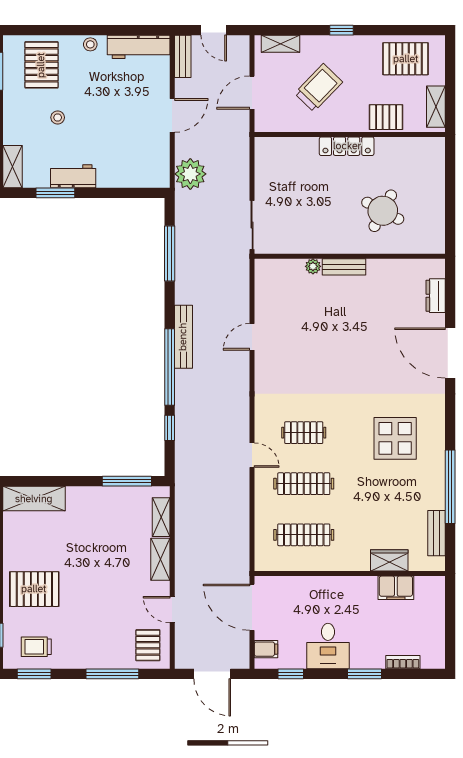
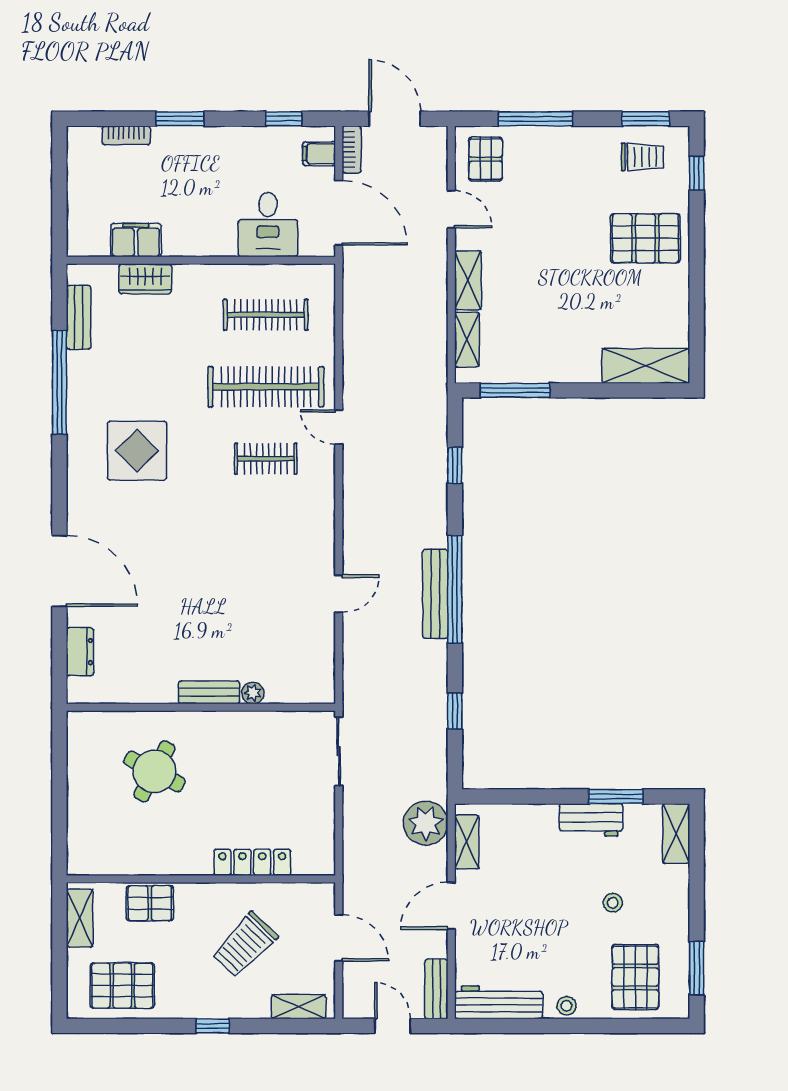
door: (252, 93) -> (339, 938), hinge flipped
locker: (347, 146) -> (252, 862), moved
shelving: (161, 161) -> (467, 842), added
window: (170, 254) -> (455, 711), width x0.46
window: (170, 367) -> (455, 589), moved
clothes rail: (304, 484) -> (266, 387), width x1.37, depth x1.31
desk: (328, 646) -> (268, 225), moved, turned 180
bookcase: (243, 652) -> (351, 149), added

